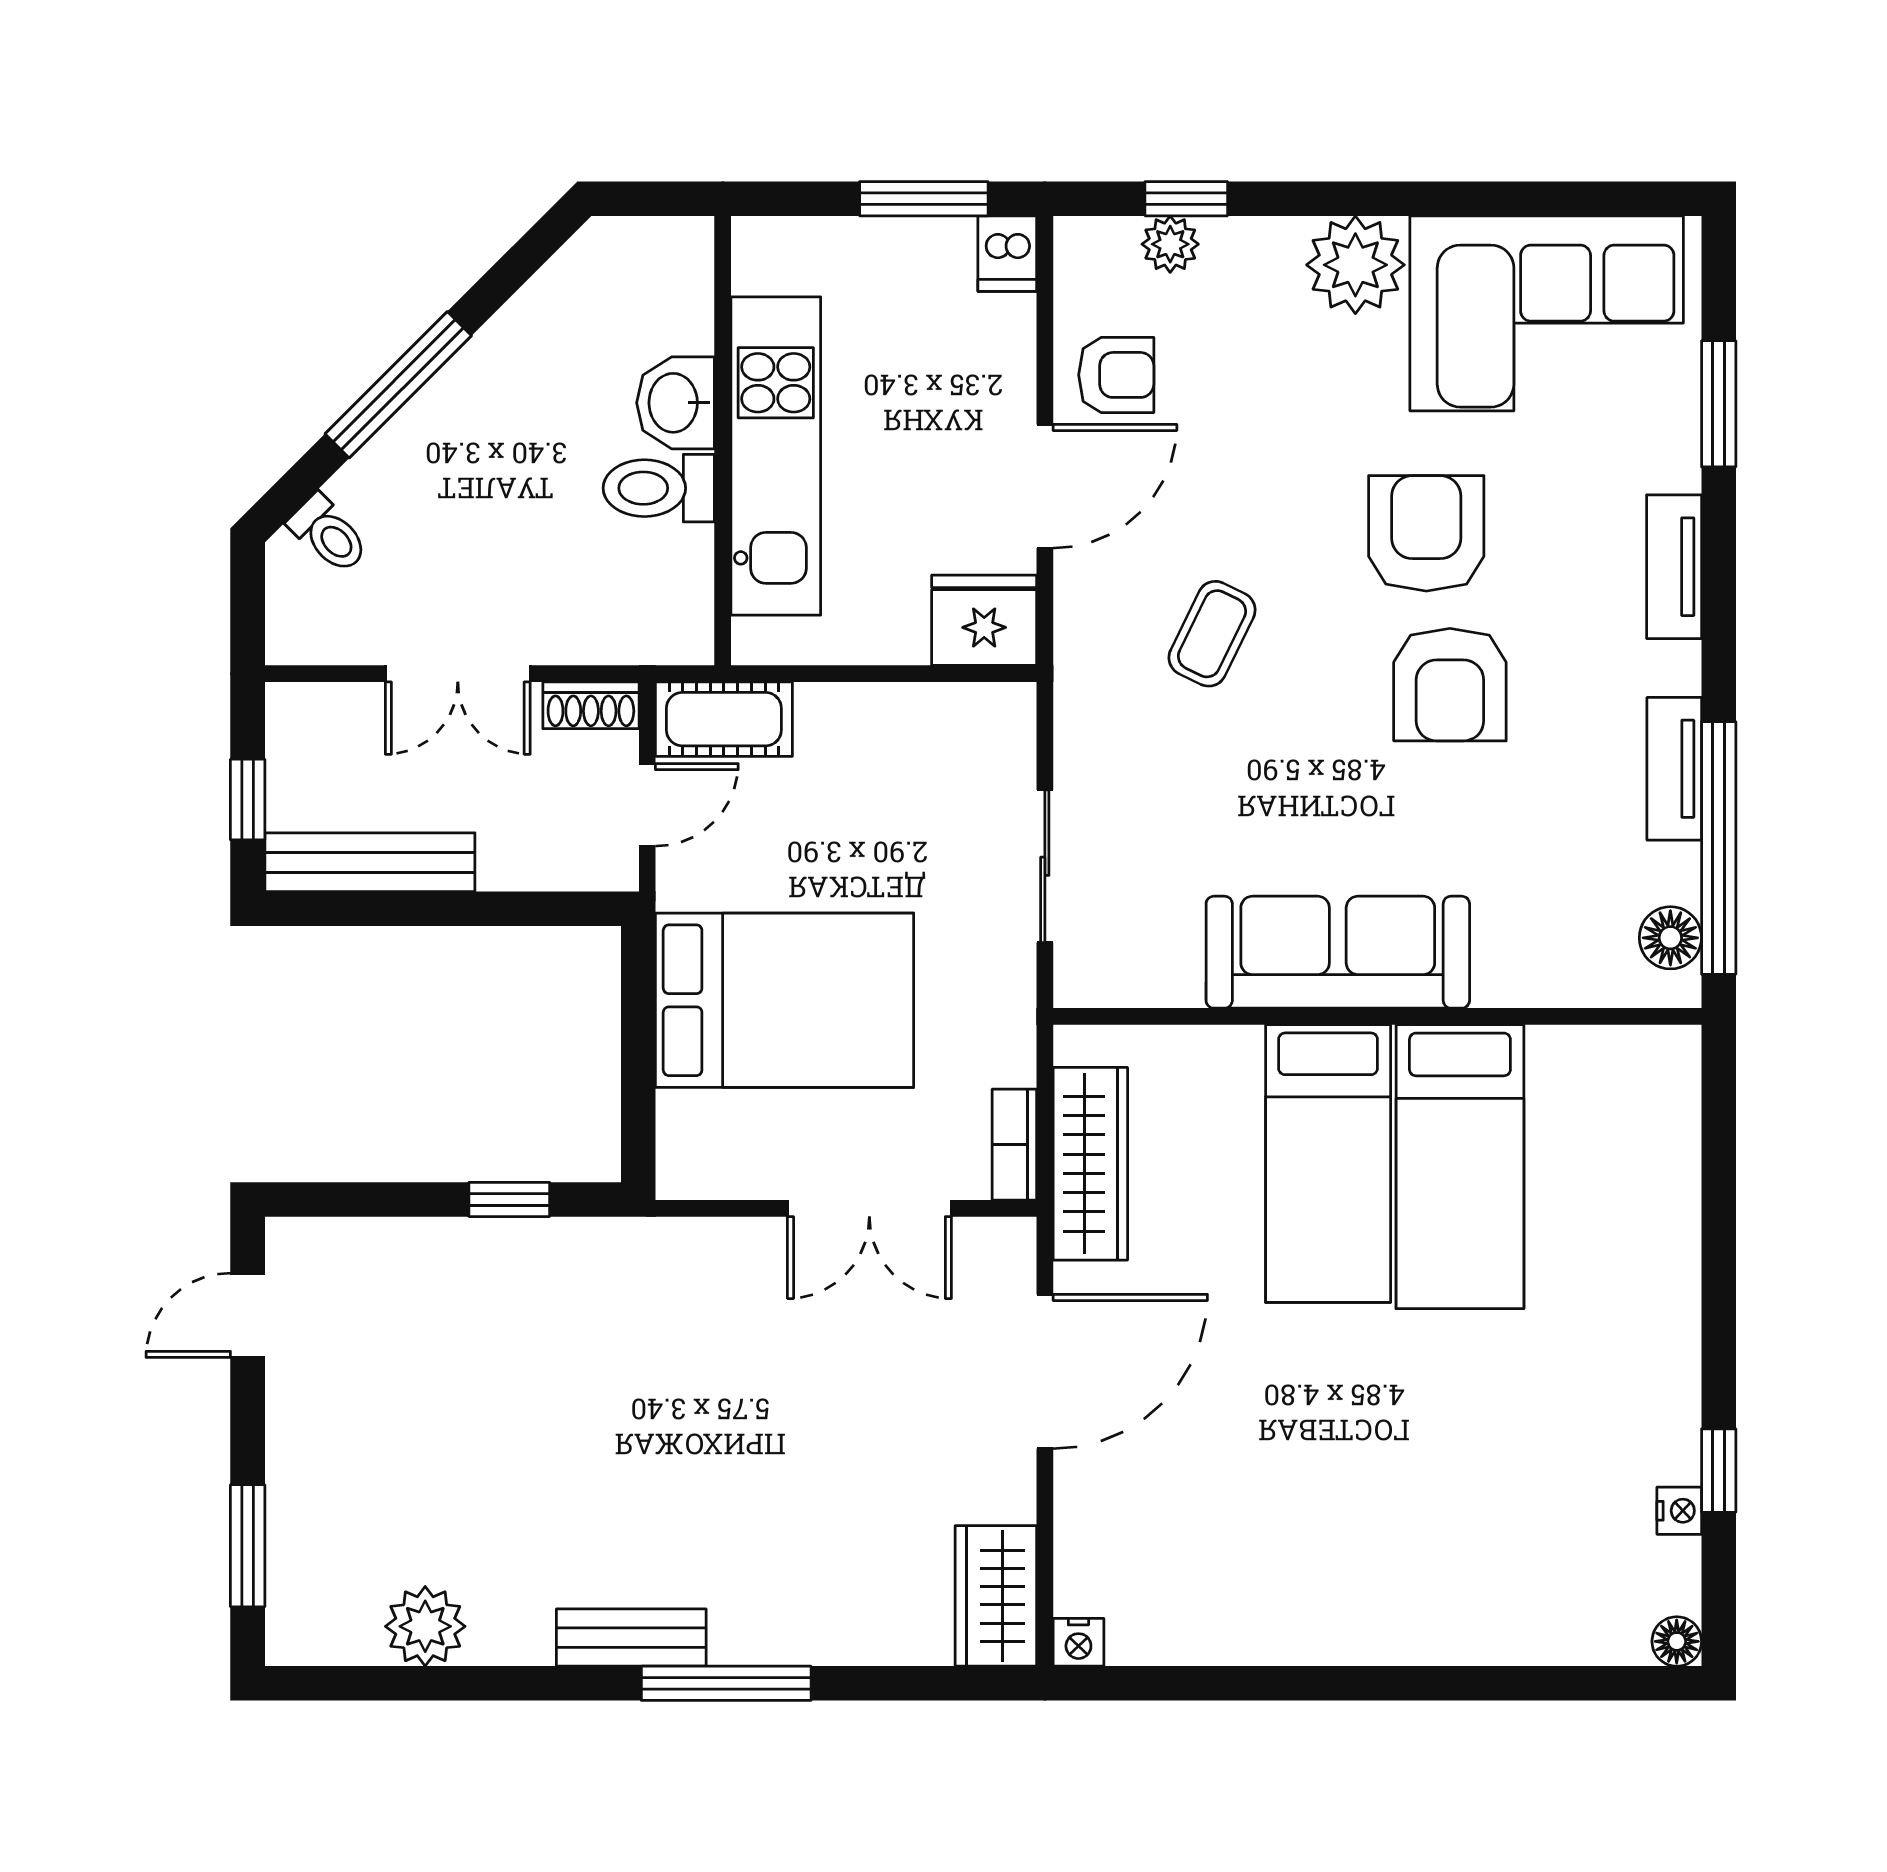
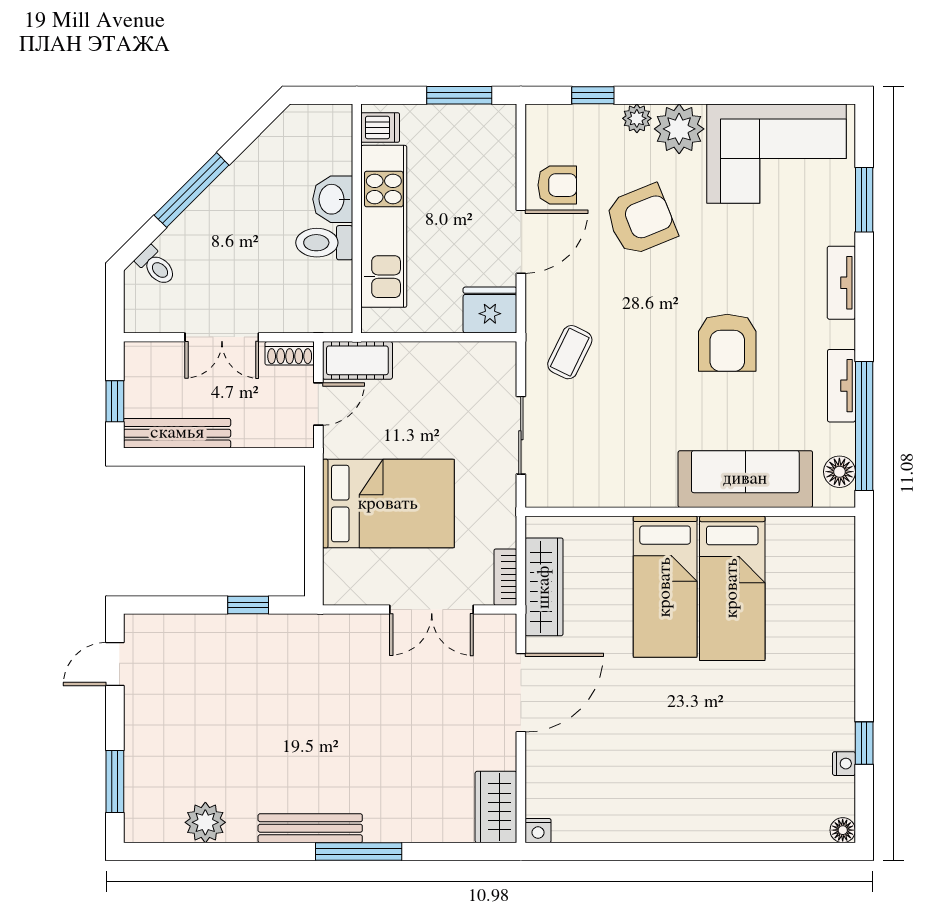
plant: (1170, 244) -> (637, 118), moved
dishwasher: (1007, 254) -> (380, 127), moved, turned -90
armchair: (1426, 533) -> (641, 220), moved, turned 68
coffee table: (1212, 634) -> (570, 352), moved
sofa: (1338, 952) -> (745, 479), moved
bench: (631, 1638) -> (310, 828), width x1.36

